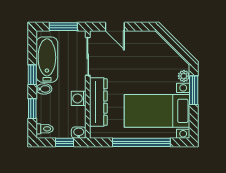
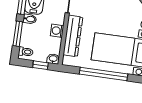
window: (32, 109) -> (18, 34), width x1.50

